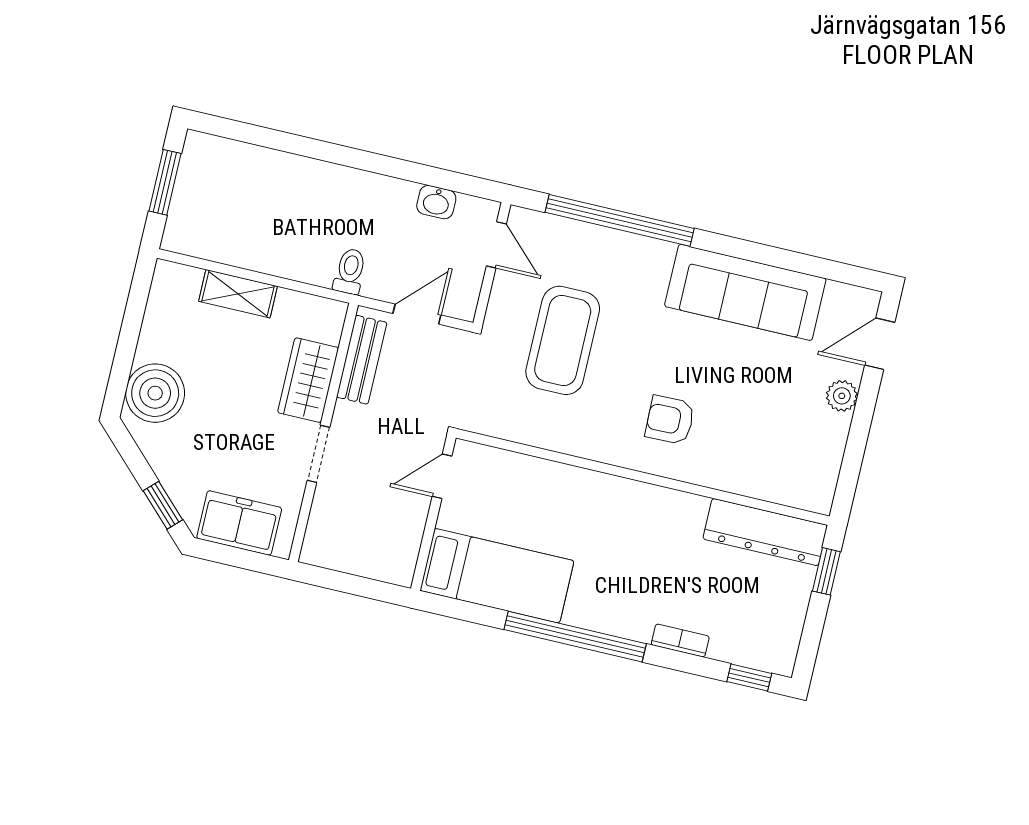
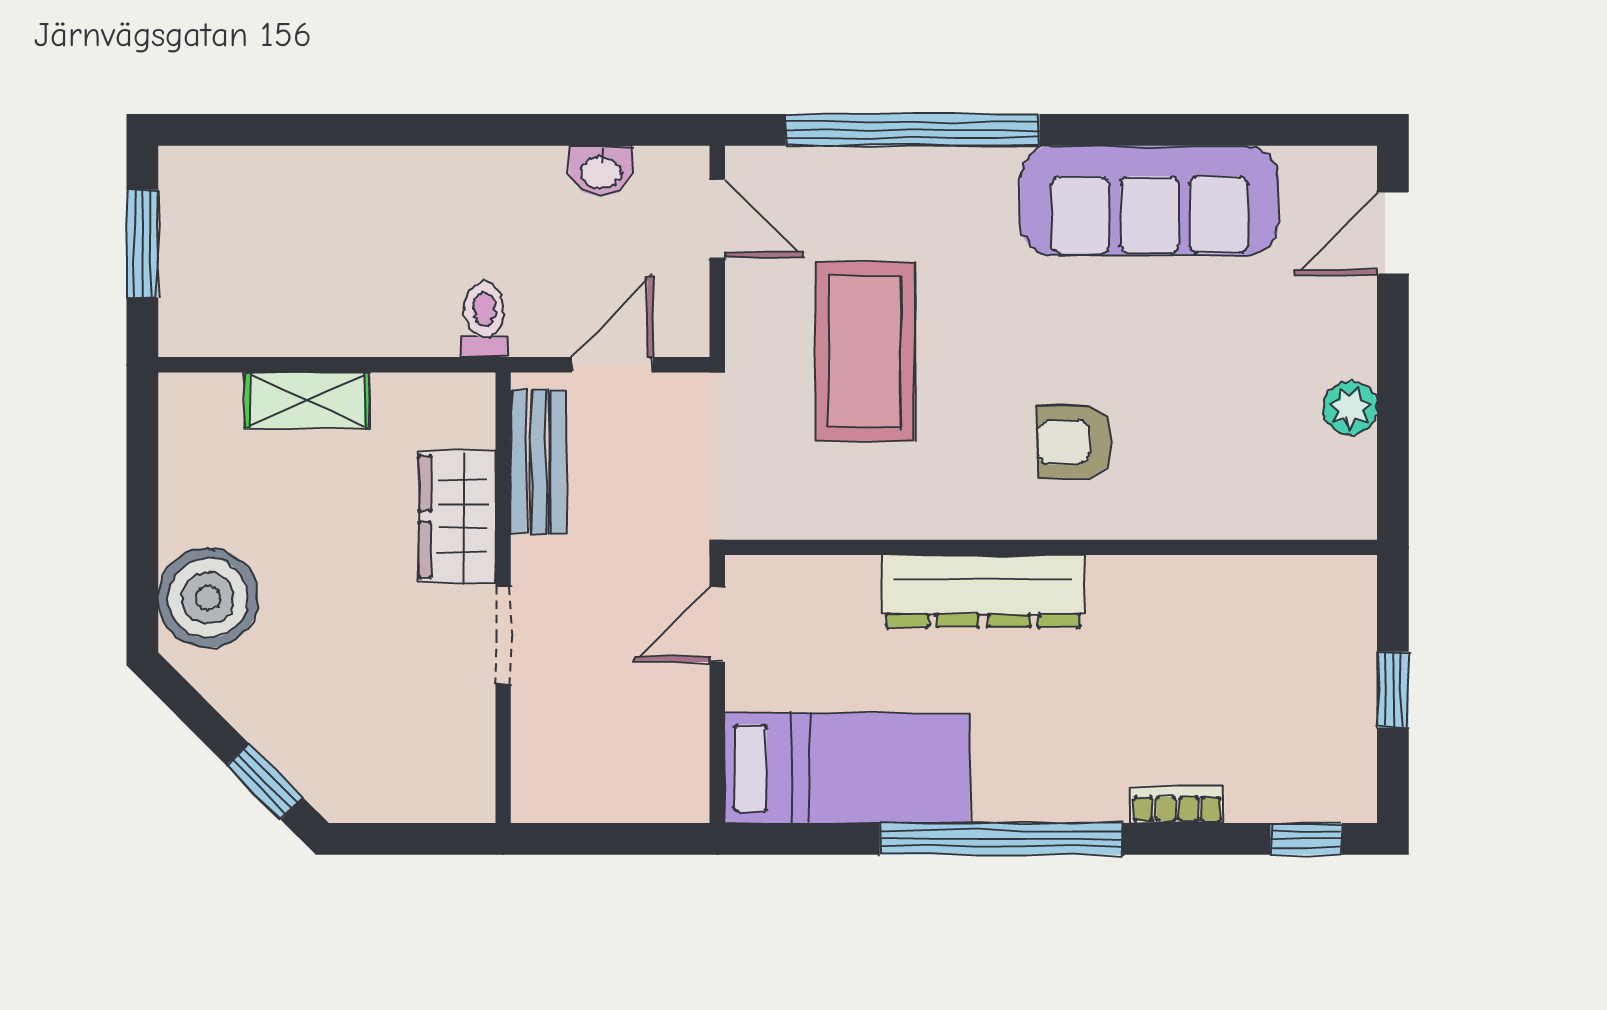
plant: (842, 396) -> (1350, 408), moved
freezer: (239, 523) -> (398, 781), removed
dresser: (765, 532) -> (983, 591), moved
window: (826, 571) -> (1393, 690), moved

